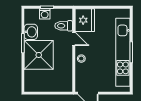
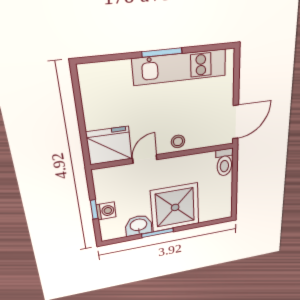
toilet: (64, 26) -> (224, 162), moved
kitchen unit: (123, 52) -> (180, 67), width x0.73

